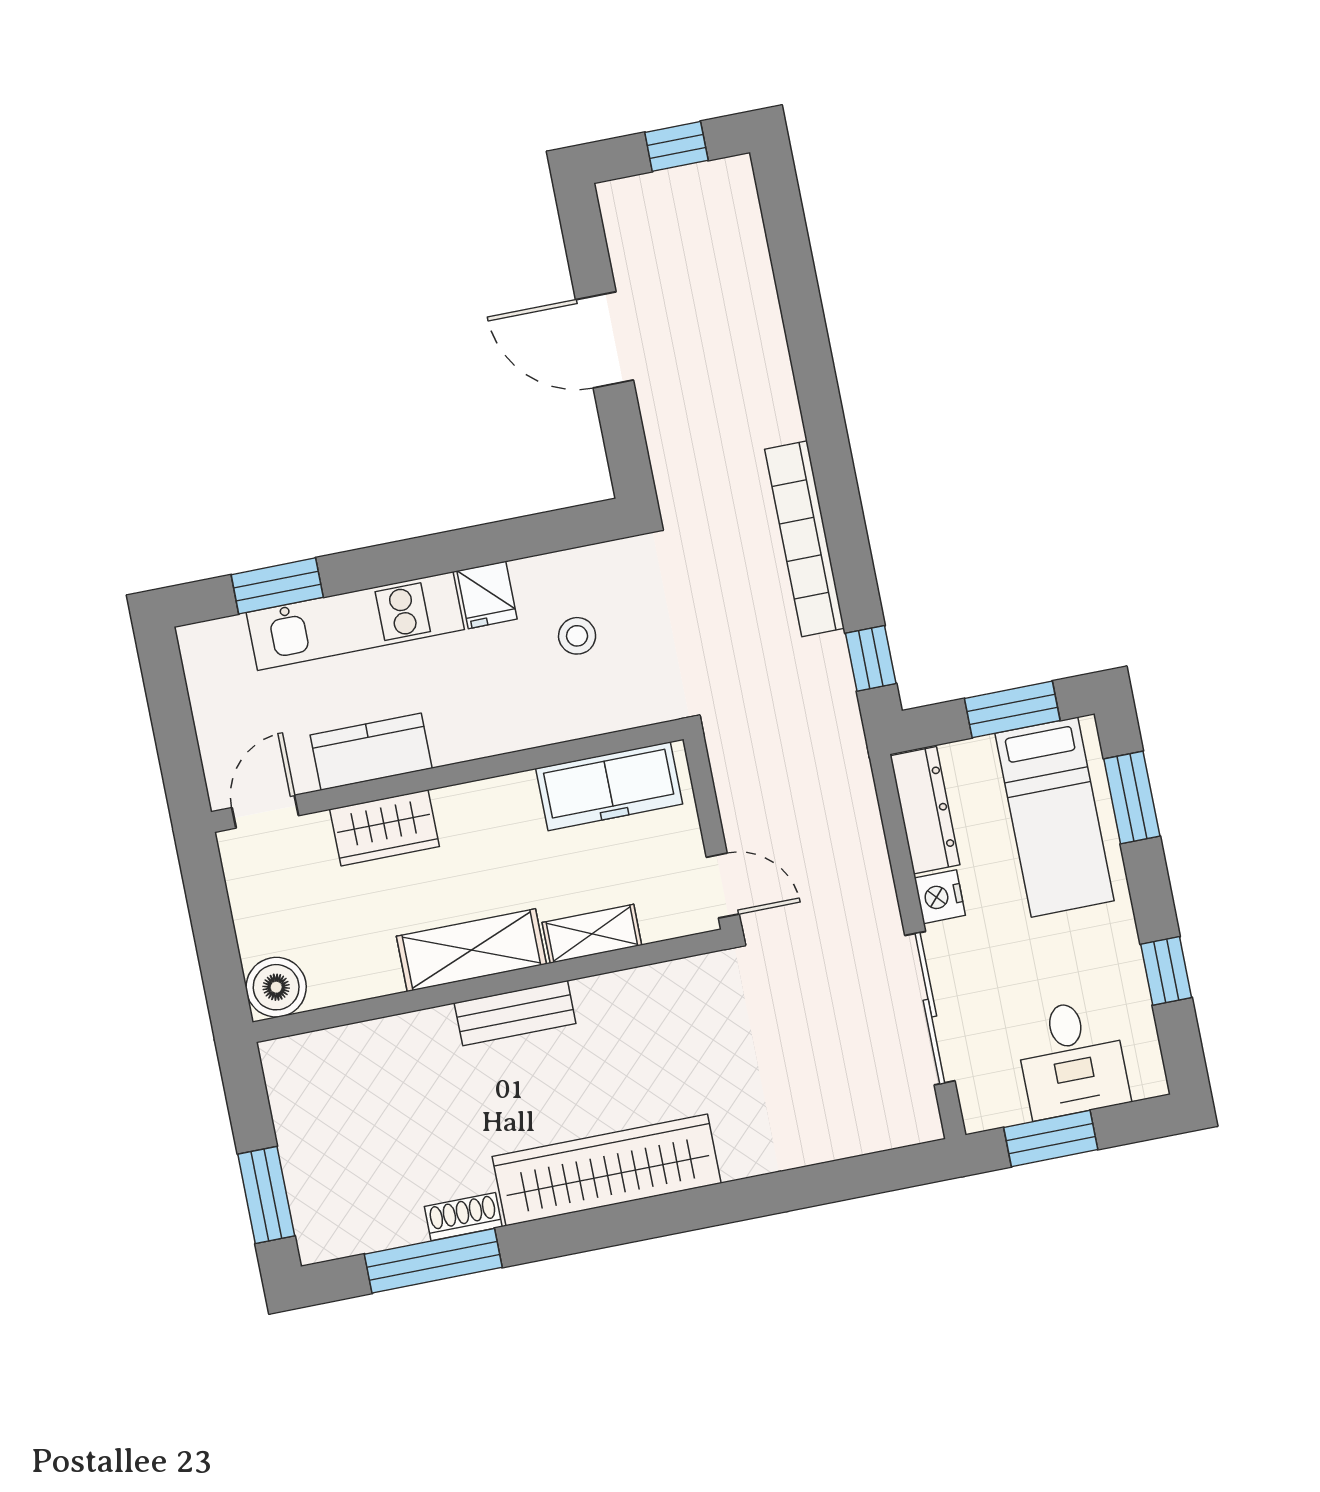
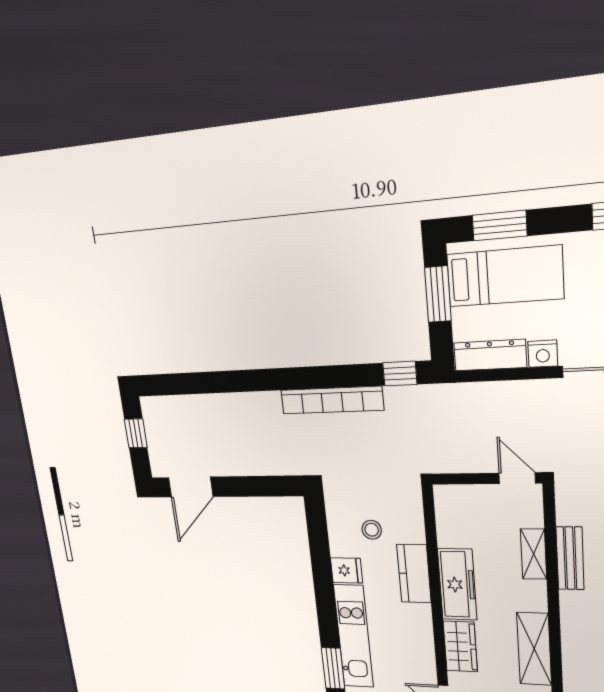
door: (605, 340) -> (191, 487), moved
kitchen counter: (371, 752) -> (414, 574), moved
freezer: (609, 786) -> (457, 584), moved
door: (723, 886) -> (517, 478), hinge flipped
shelving: (471, 950) -> (534, 649), moved
bench: (515, 1013) -> (570, 558), moved

